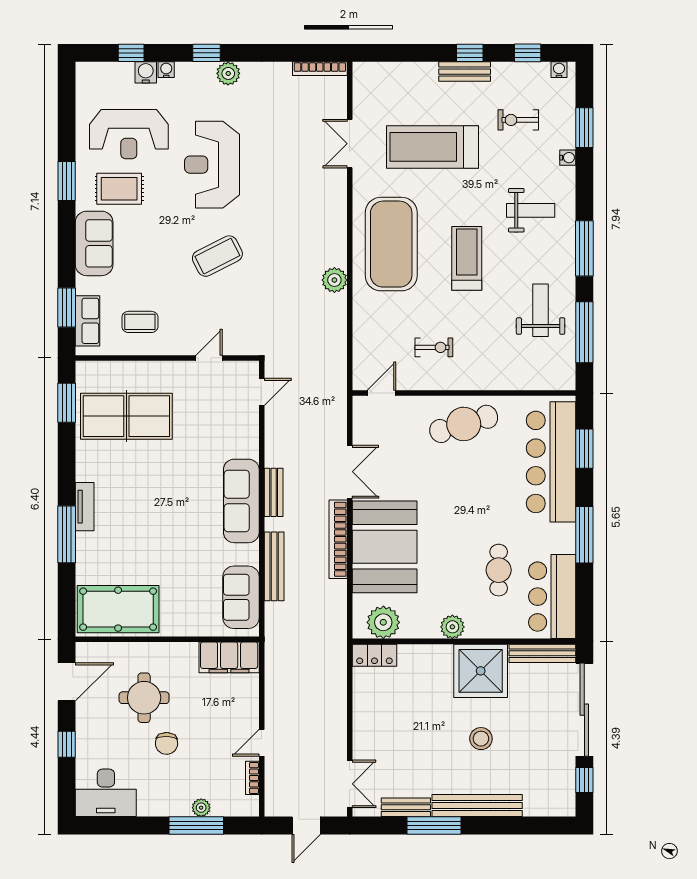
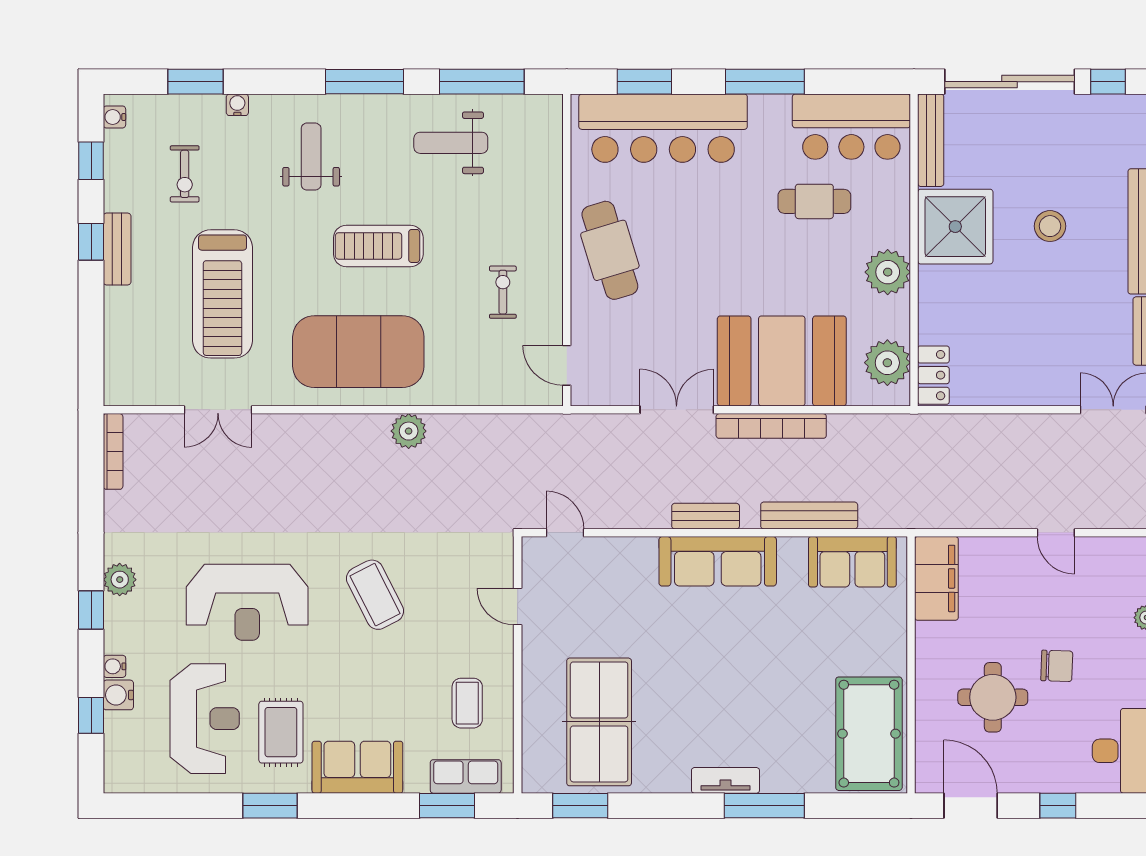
plant: (452, 627) -> (888, 272), width x1.36, depth x1.36
bookcase: (252, 778) -> (1105, 546), removed

